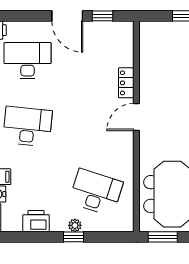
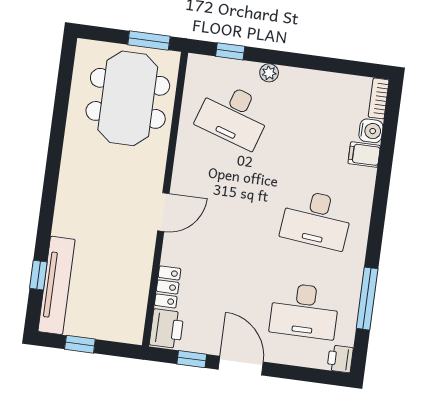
locker: (126, 83) -> (168, 287), moved
printer: (36, 221) -> (167, 329), moved, turned -90
window: (73, 237) -> (230, 51), moved

